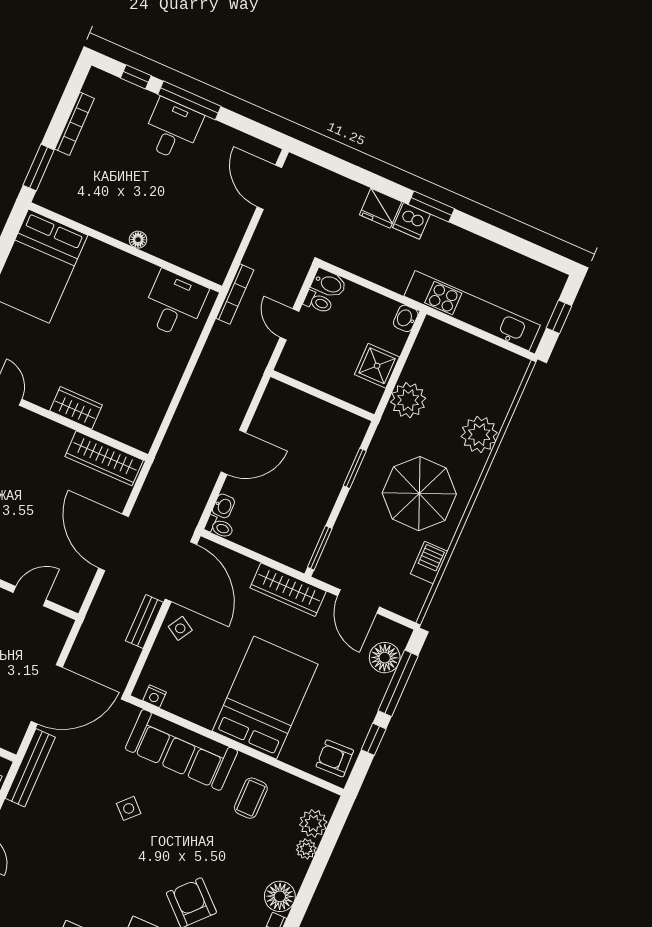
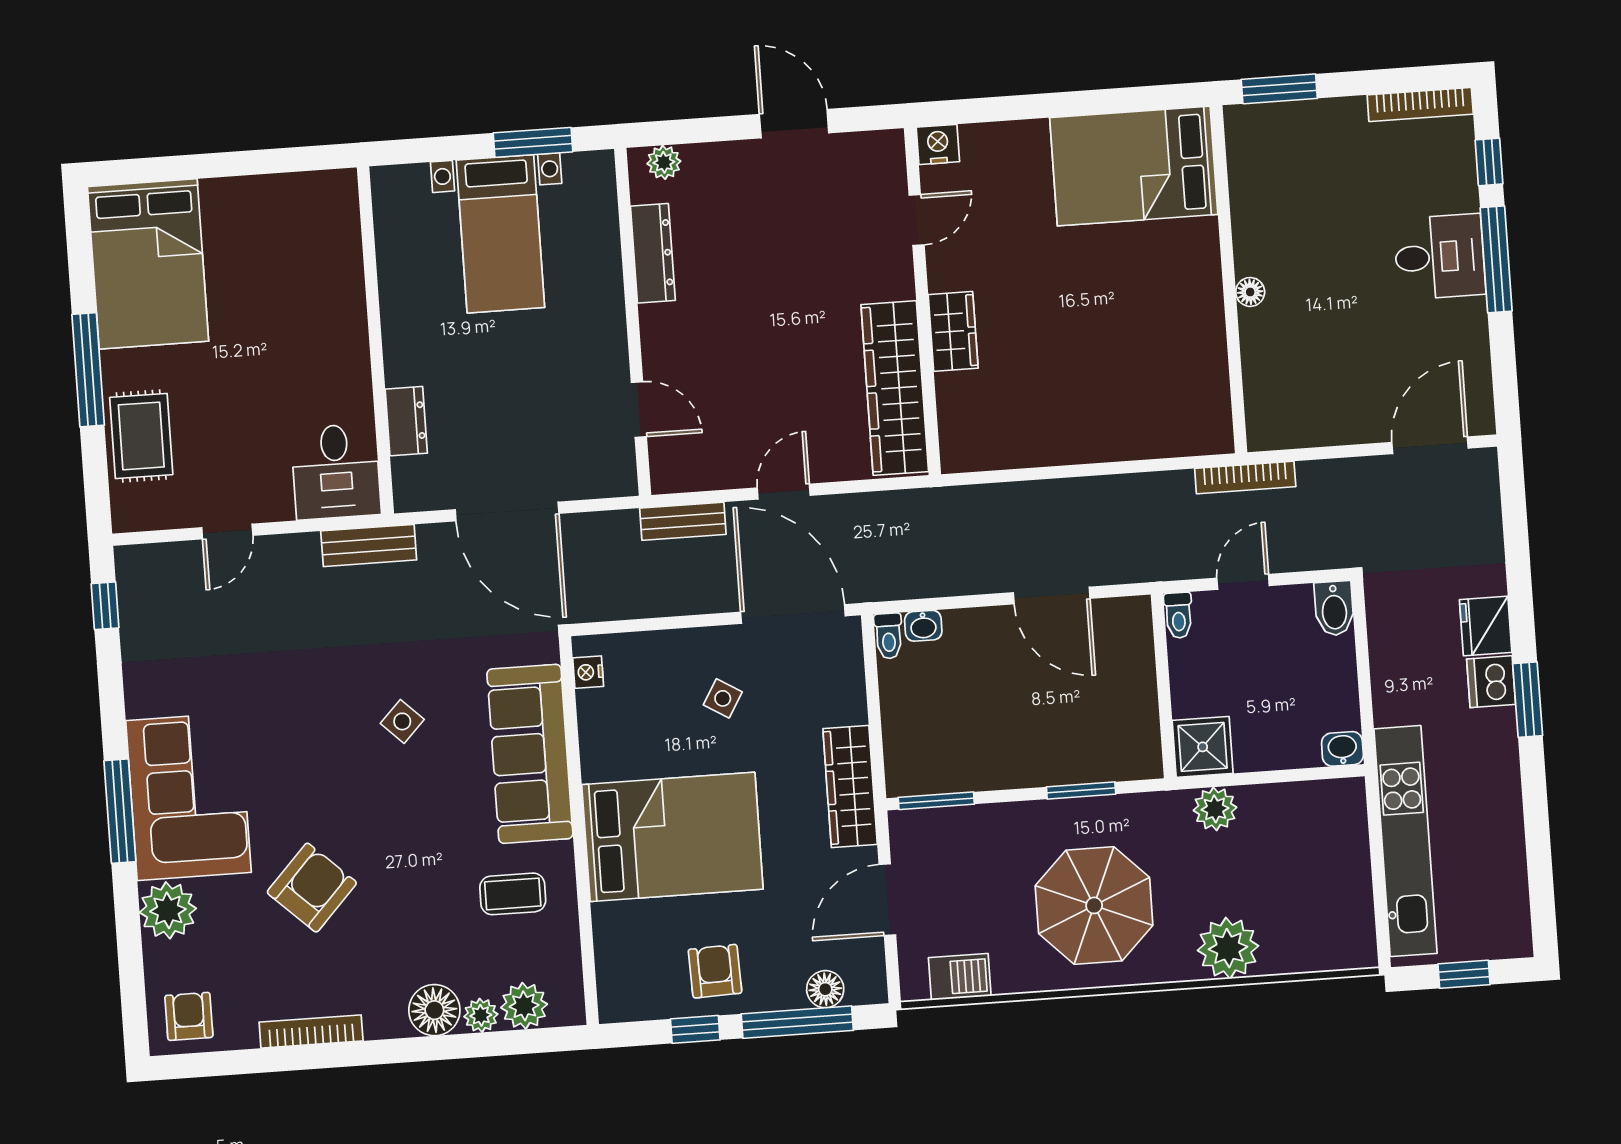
bookcase: (75, 124) -> (1420, 104), moved
toilet: (318, 302) -> (1178, 615), moved
desk: (174, 304) -> (1183, 396), removed
shower: (377, 366) -> (1203, 747), moved
plant: (408, 400) -> (1215, 809), width x0.73, depth x0.73
door: (233, 452) -> (1052, 596), moved
wardrobe: (104, 458) -> (895, 388), width x1.40, depth x1.17
door: (113, 542) -> (784, 492), width x0.53
barbecue: (429, 563) -> (960, 977), moved
door: (181, 572) -> (793, 614), swing flipped
bench: (144, 621) -> (683, 521), moved
side table: (180, 628) -> (723, 698), moved
floor lamp: (385, 658) -> (825, 989), width x0.73, depth x0.73
armchair: (335, 758) -> (715, 971), moved
bench: (30, 768) -> (369, 545), width x0.73
floor lamp: (280, 896) -> (434, 1010), moved

